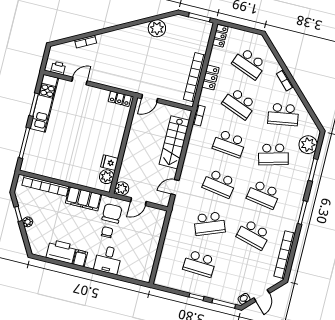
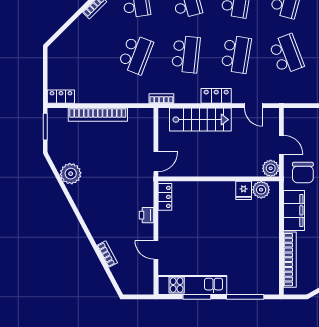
school desk: (249, 64) -> (85, 54), removed
printer: (58, 68) -> (147, 215), moved
bookcase: (195, 77) -> (98, 115), moved
locker: (210, 77) -> (216, 96), moved
door: (150, 98) -> (156, 162), hinge flipped
chair: (112, 213) -> (303, 173), turned -90

